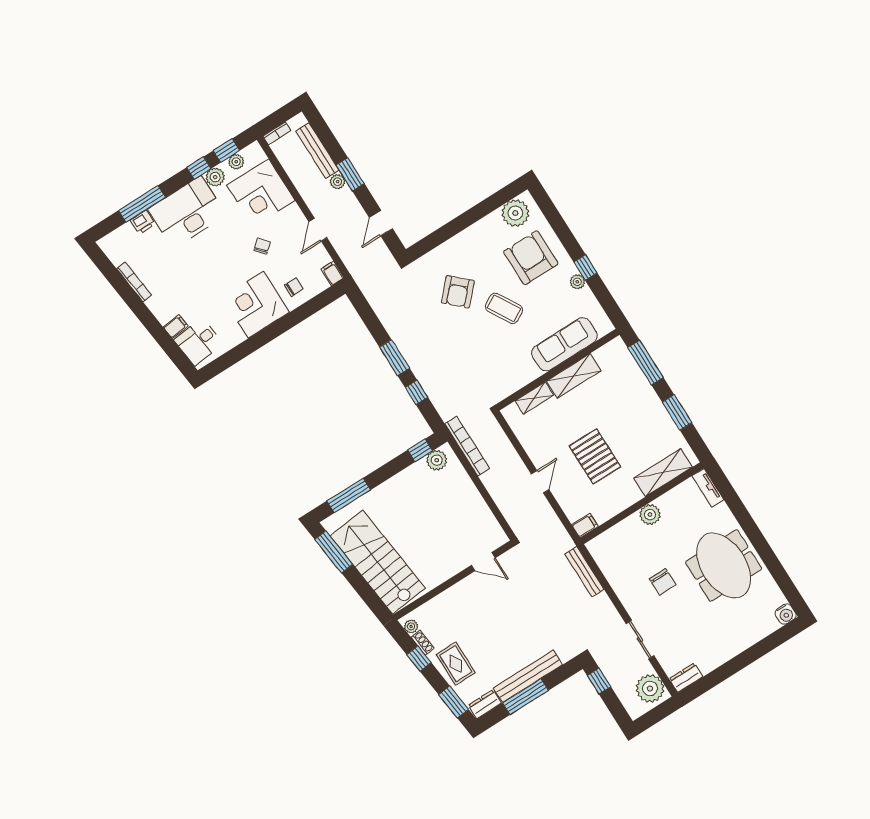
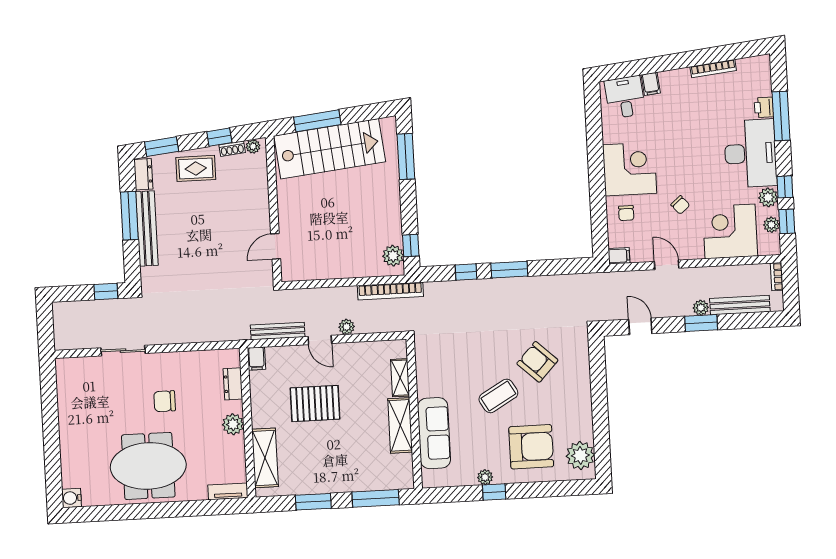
window: (334, 552) -> (317, 121), moved
bench: (584, 572) -> (278, 331), moved
dresser: (686, 678) -> (233, 384), moved, turned 180
plant: (650, 688) -> (347, 327), moved, width x0.53, depth x0.53

